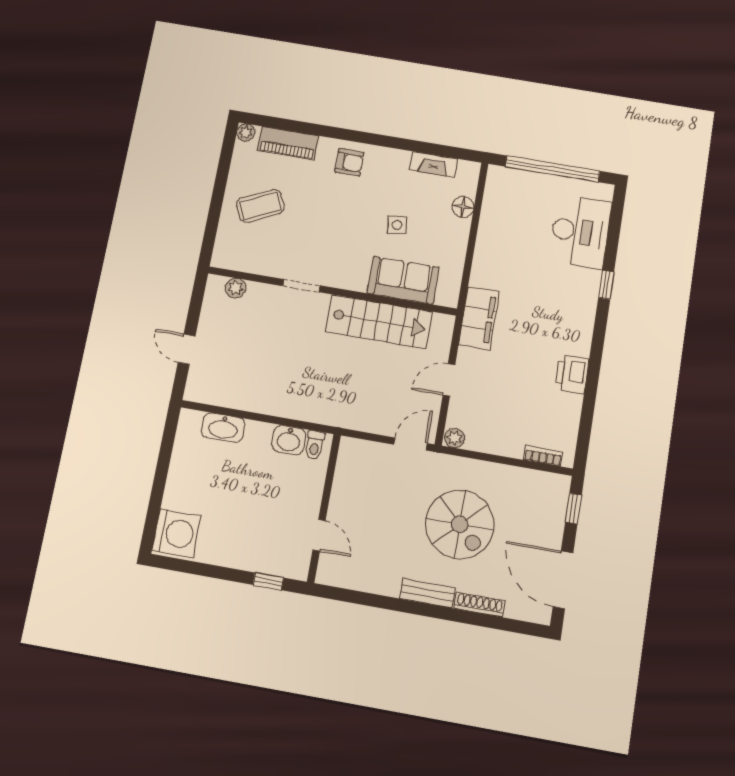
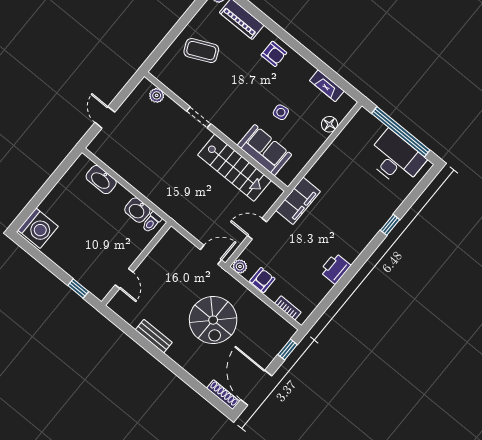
desk: (580, 232) -> (396, 159), moved, turned -90
armchair: (492, 439) -> (262, 280), added
bench: (427, 593) -> (154, 336), moved
shoe rack: (480, 604) -> (223, 395), moved

